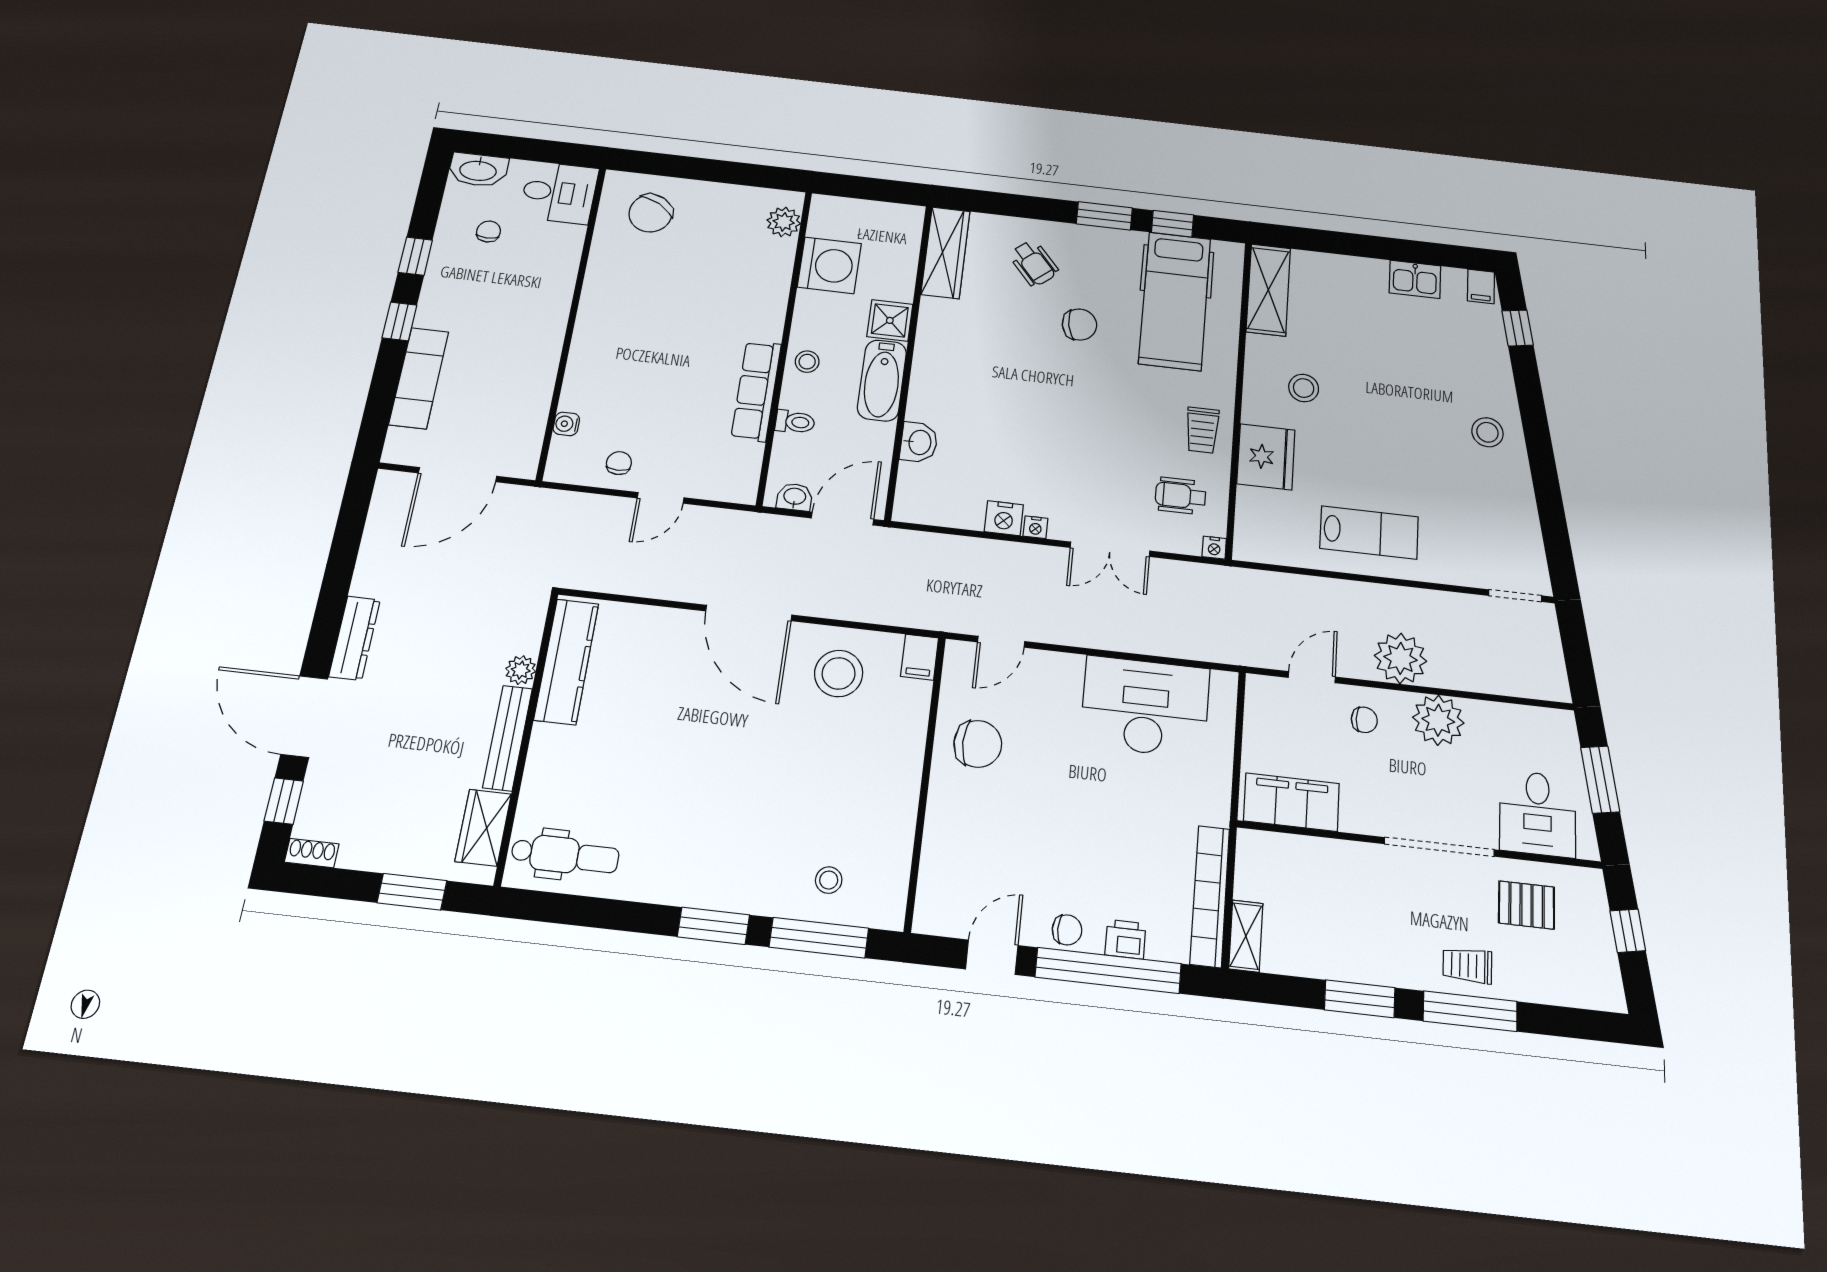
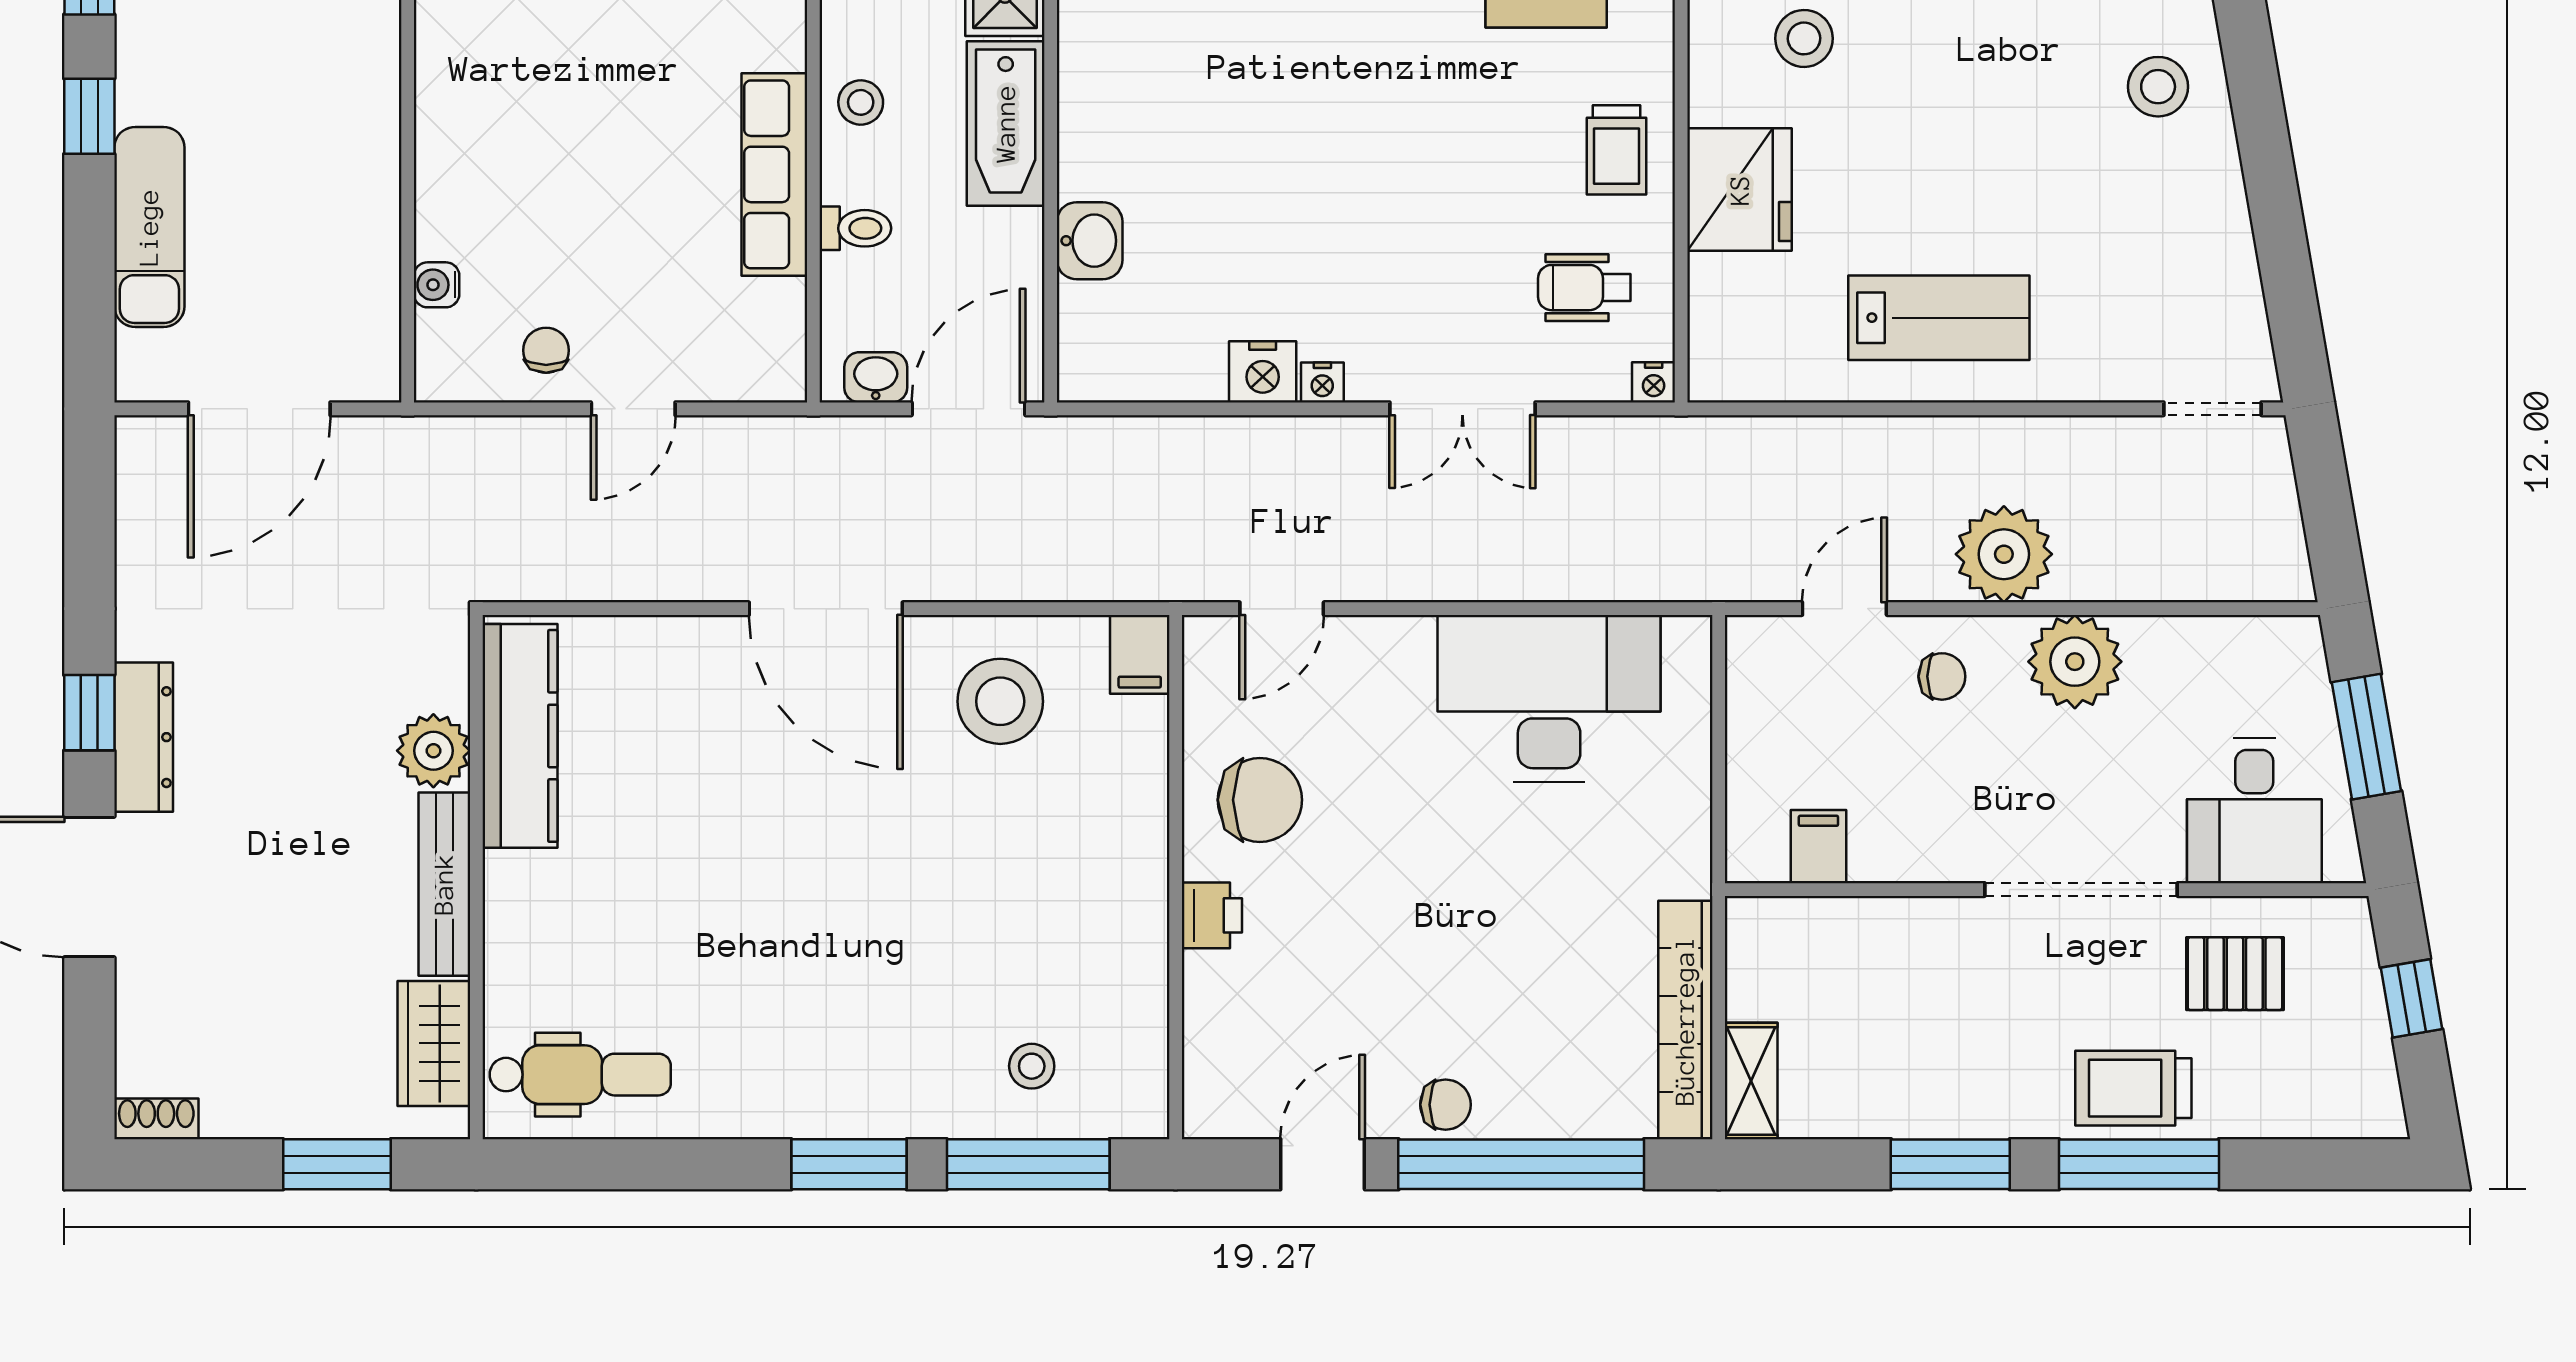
plant: (521, 670) -> (433, 751), width x1.38, depth x1.38
window: (284, 801) -> (89, 713), moved
filing cabinet: (1291, 802) -> (1818, 847), width x0.33, depth x0.86
printer: (1125, 939) -> (1212, 915), moved, turned 90
trolley: (1467, 965) -> (2133, 1088), width x1.36, depth x1.39

